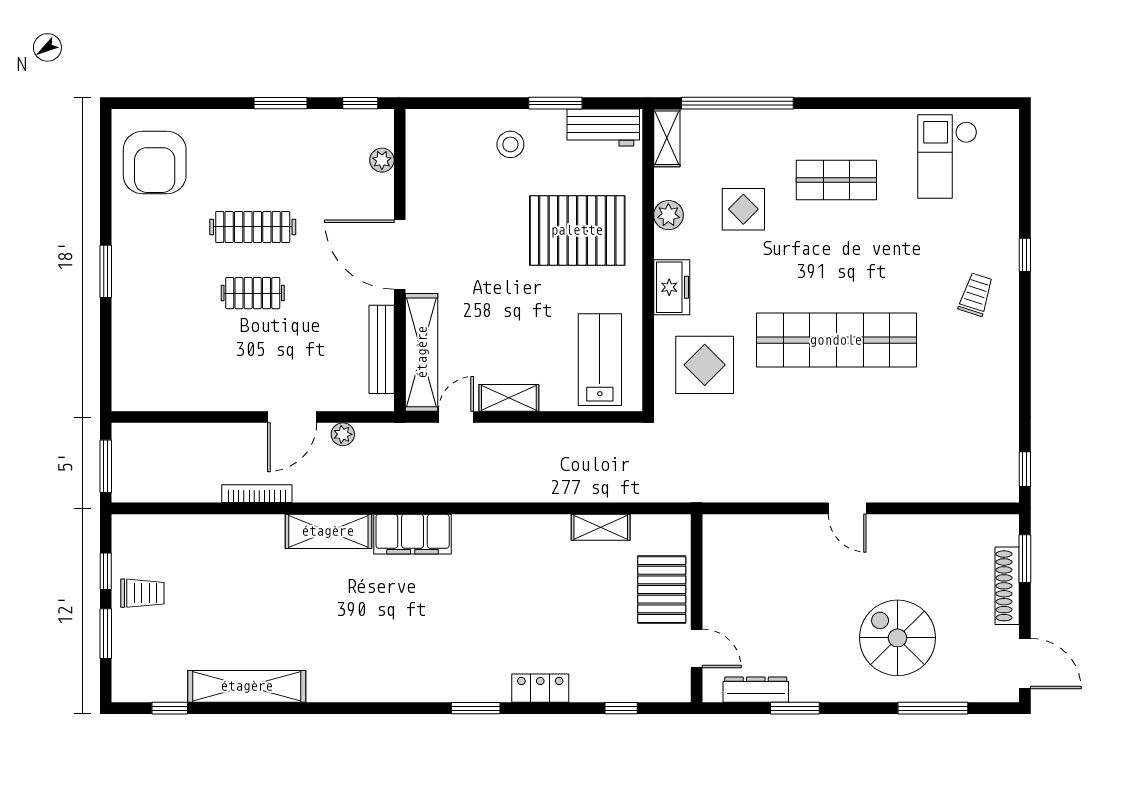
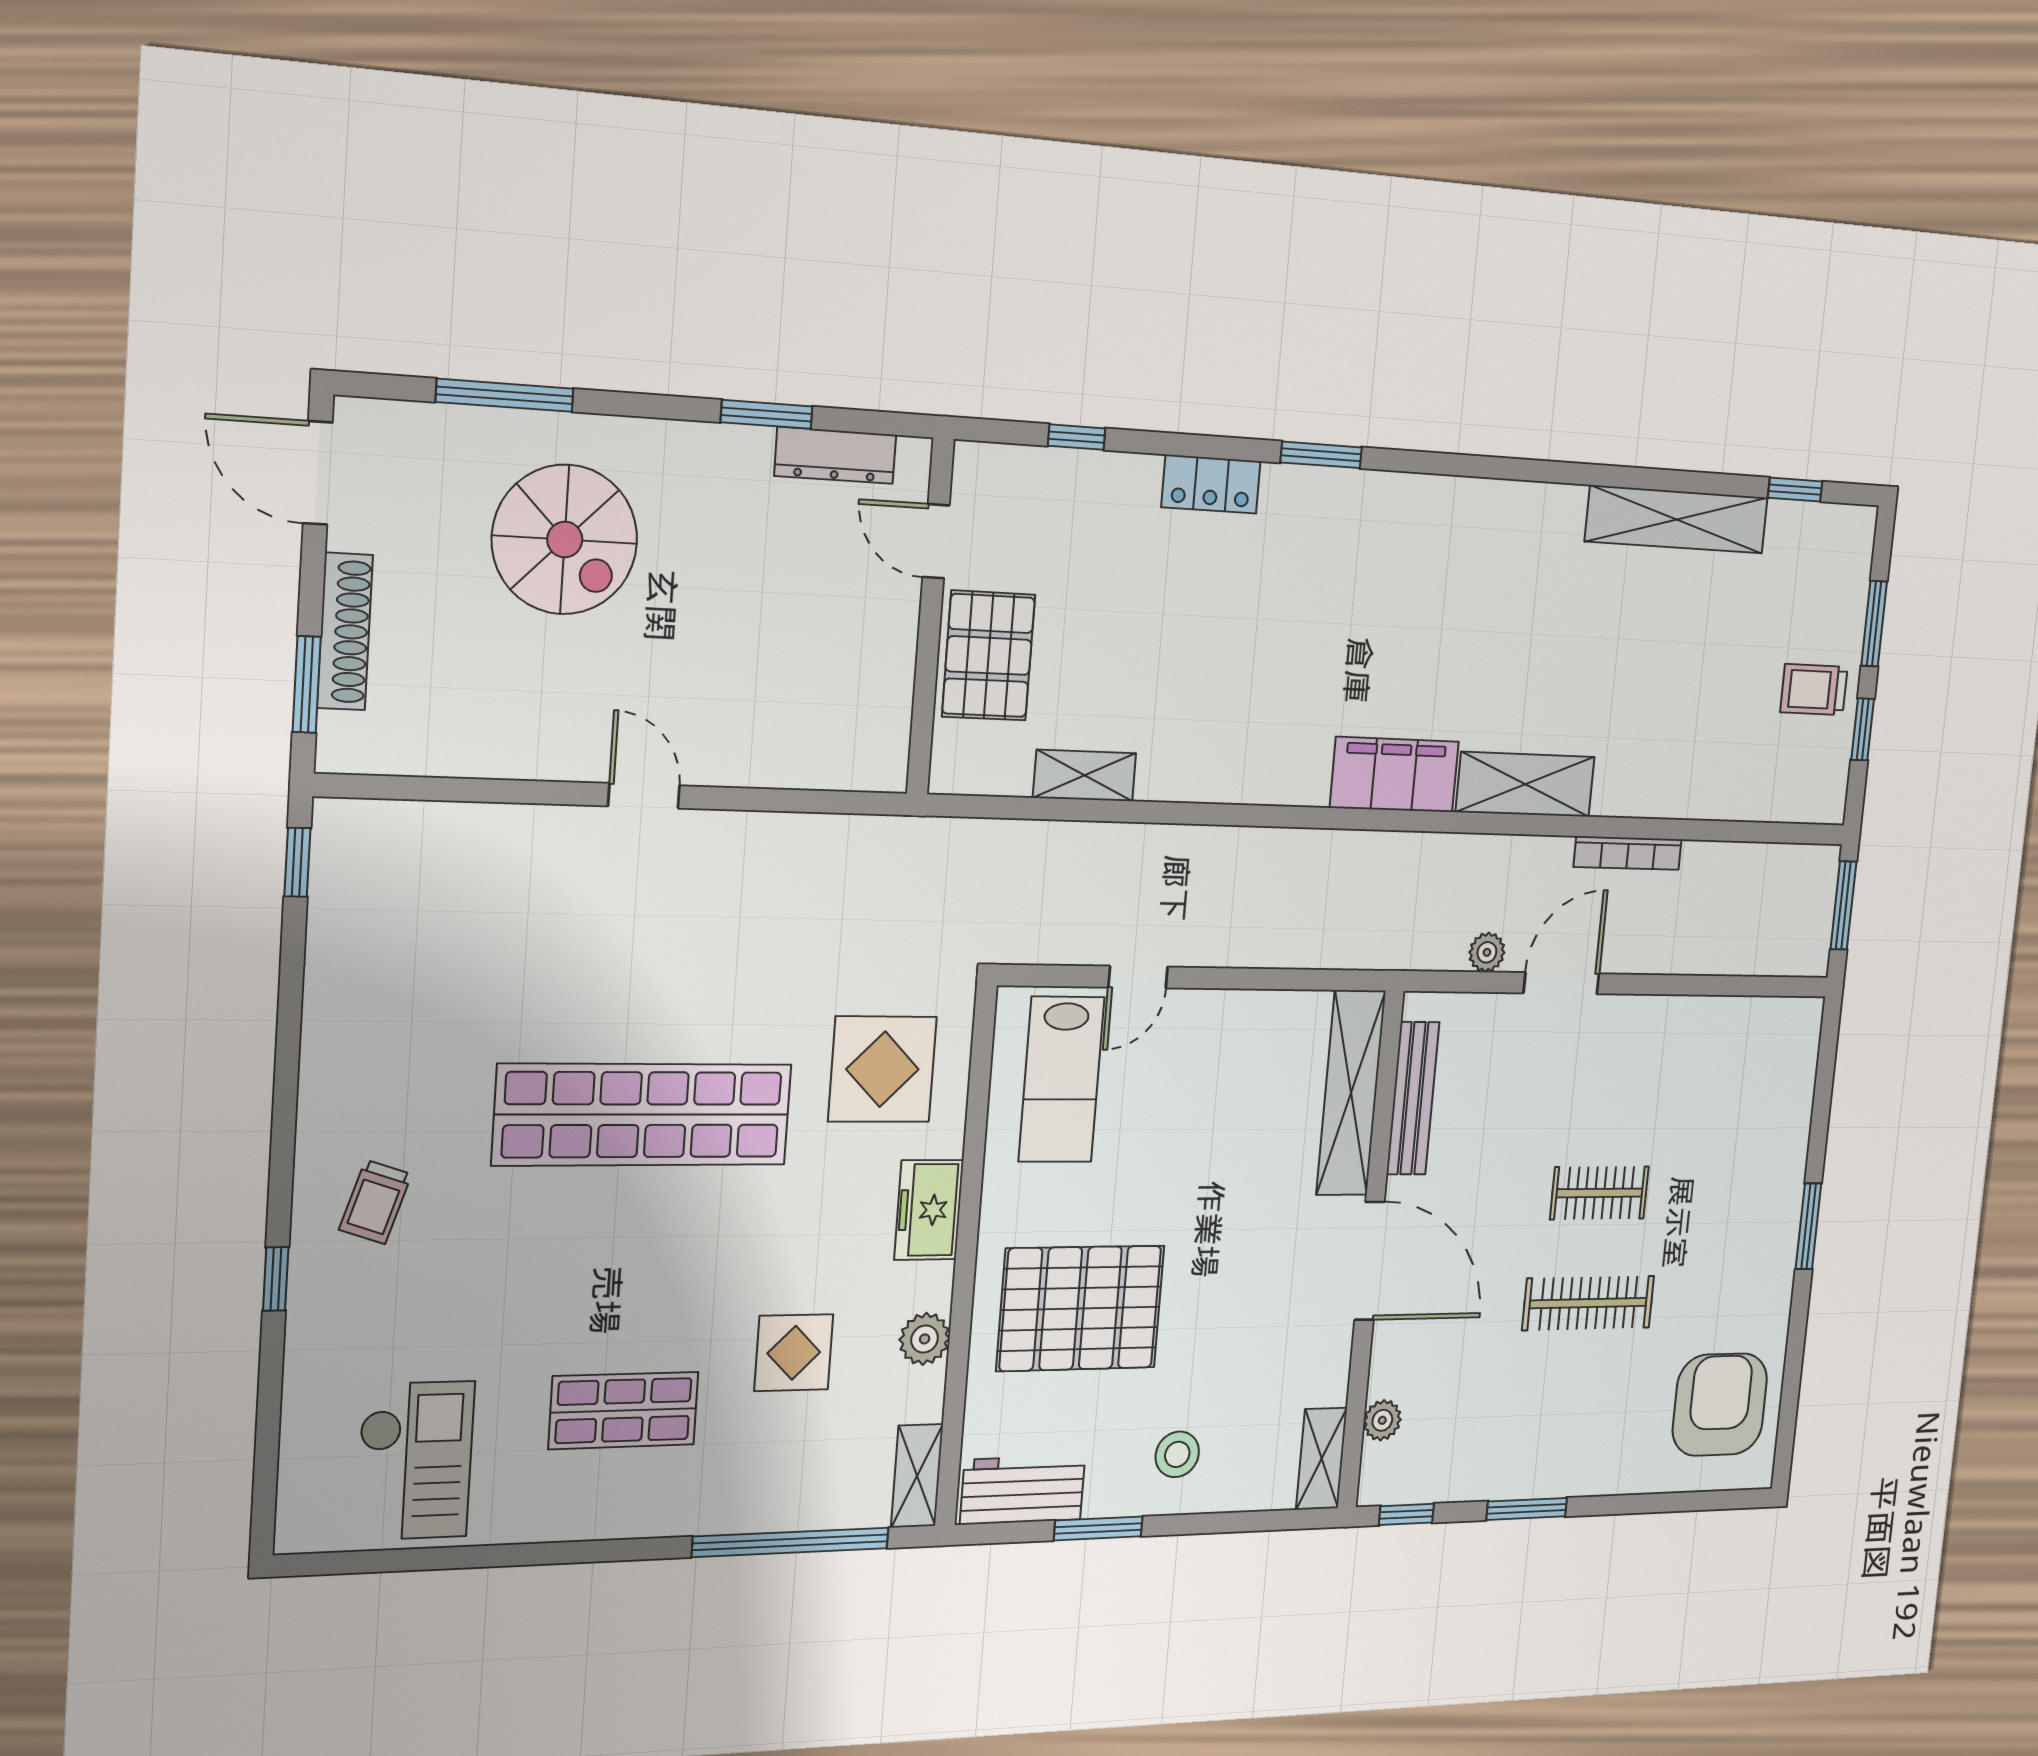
shelving: (509, 398) -> (1322, 1459), moved, turned 90
door: (456, 417) -> (1138, 977), moved

